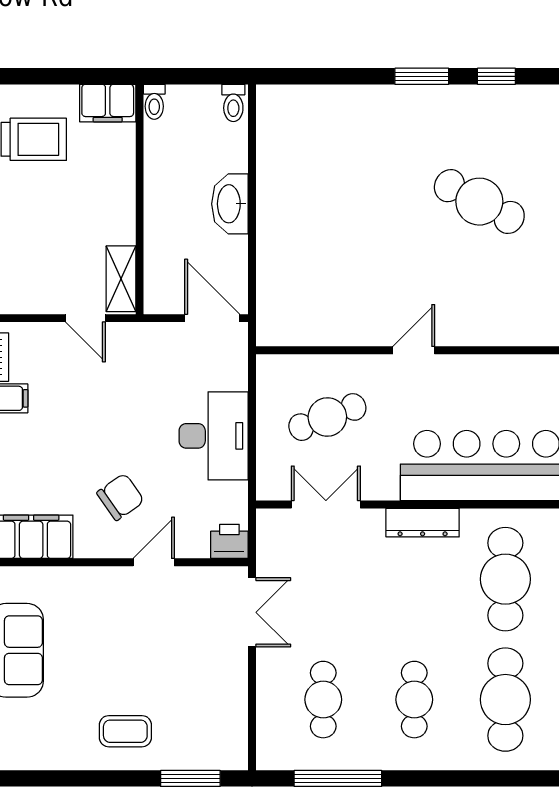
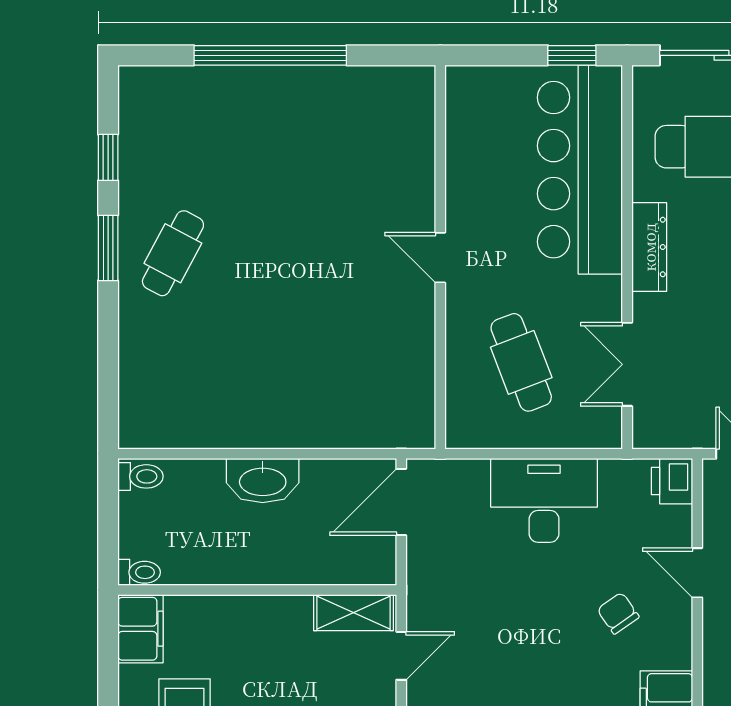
cafe table: (479, 202) -> (173, 253), moved, width x0.73, depth x0.74
chair: (121, 497) -> (618, 613), width x0.73, depth x0.73

